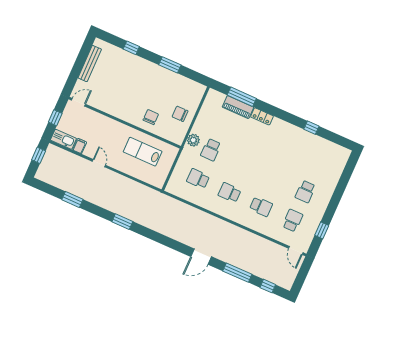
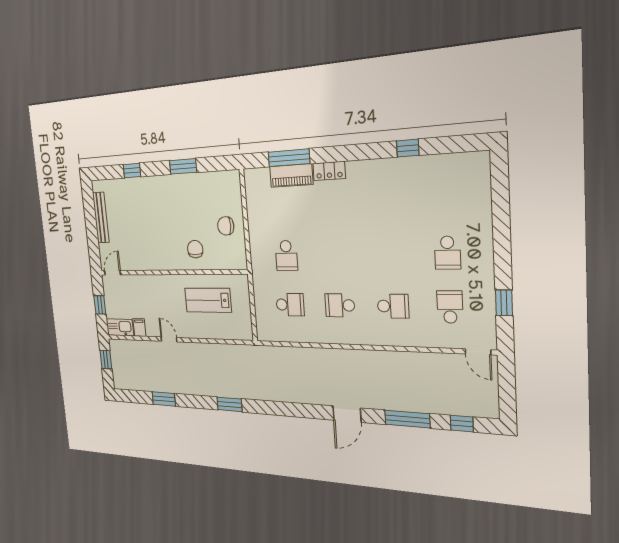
plant: (193, 140) -> (259, 254), removed
school desk: (198, 179) -> (290, 305), turned 180

